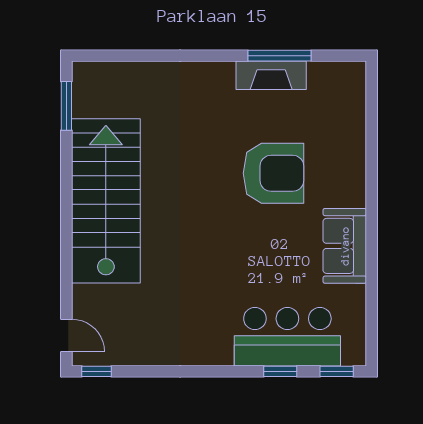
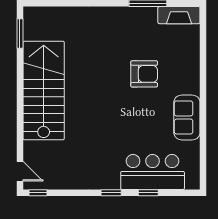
fireplace: (271, 75) -> (179, 15), moved
armchair: (273, 173) -> (144, 74), width x0.73, depth x0.73
window: (337, 371) -> (111, 193), moved

